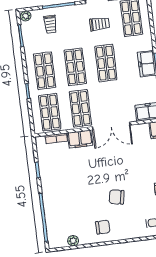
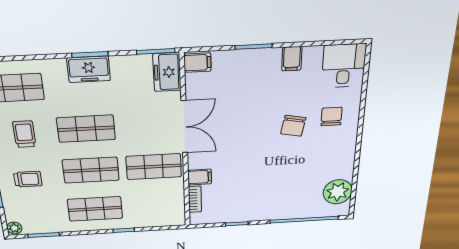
trolley: (50, 24) -> (28, 179), moved
shop shelf: (50, 112) -> (156, 205), removed
filing cabinet: (80, 139) -> (200, 177), width x0.50
chair: (103, 227) -> (331, 116), moved
plant: (73, 241) -> (338, 192), width x1.87, depth x1.87

